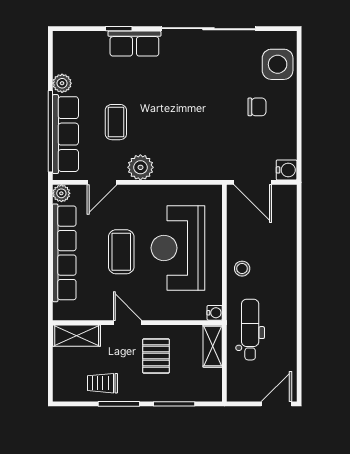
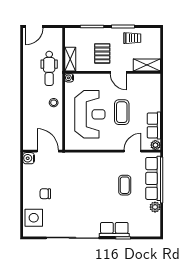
plant: (140, 167) -> (111, 160), removed
row of seats: (64, 253) -> (154, 125), width x0.50

